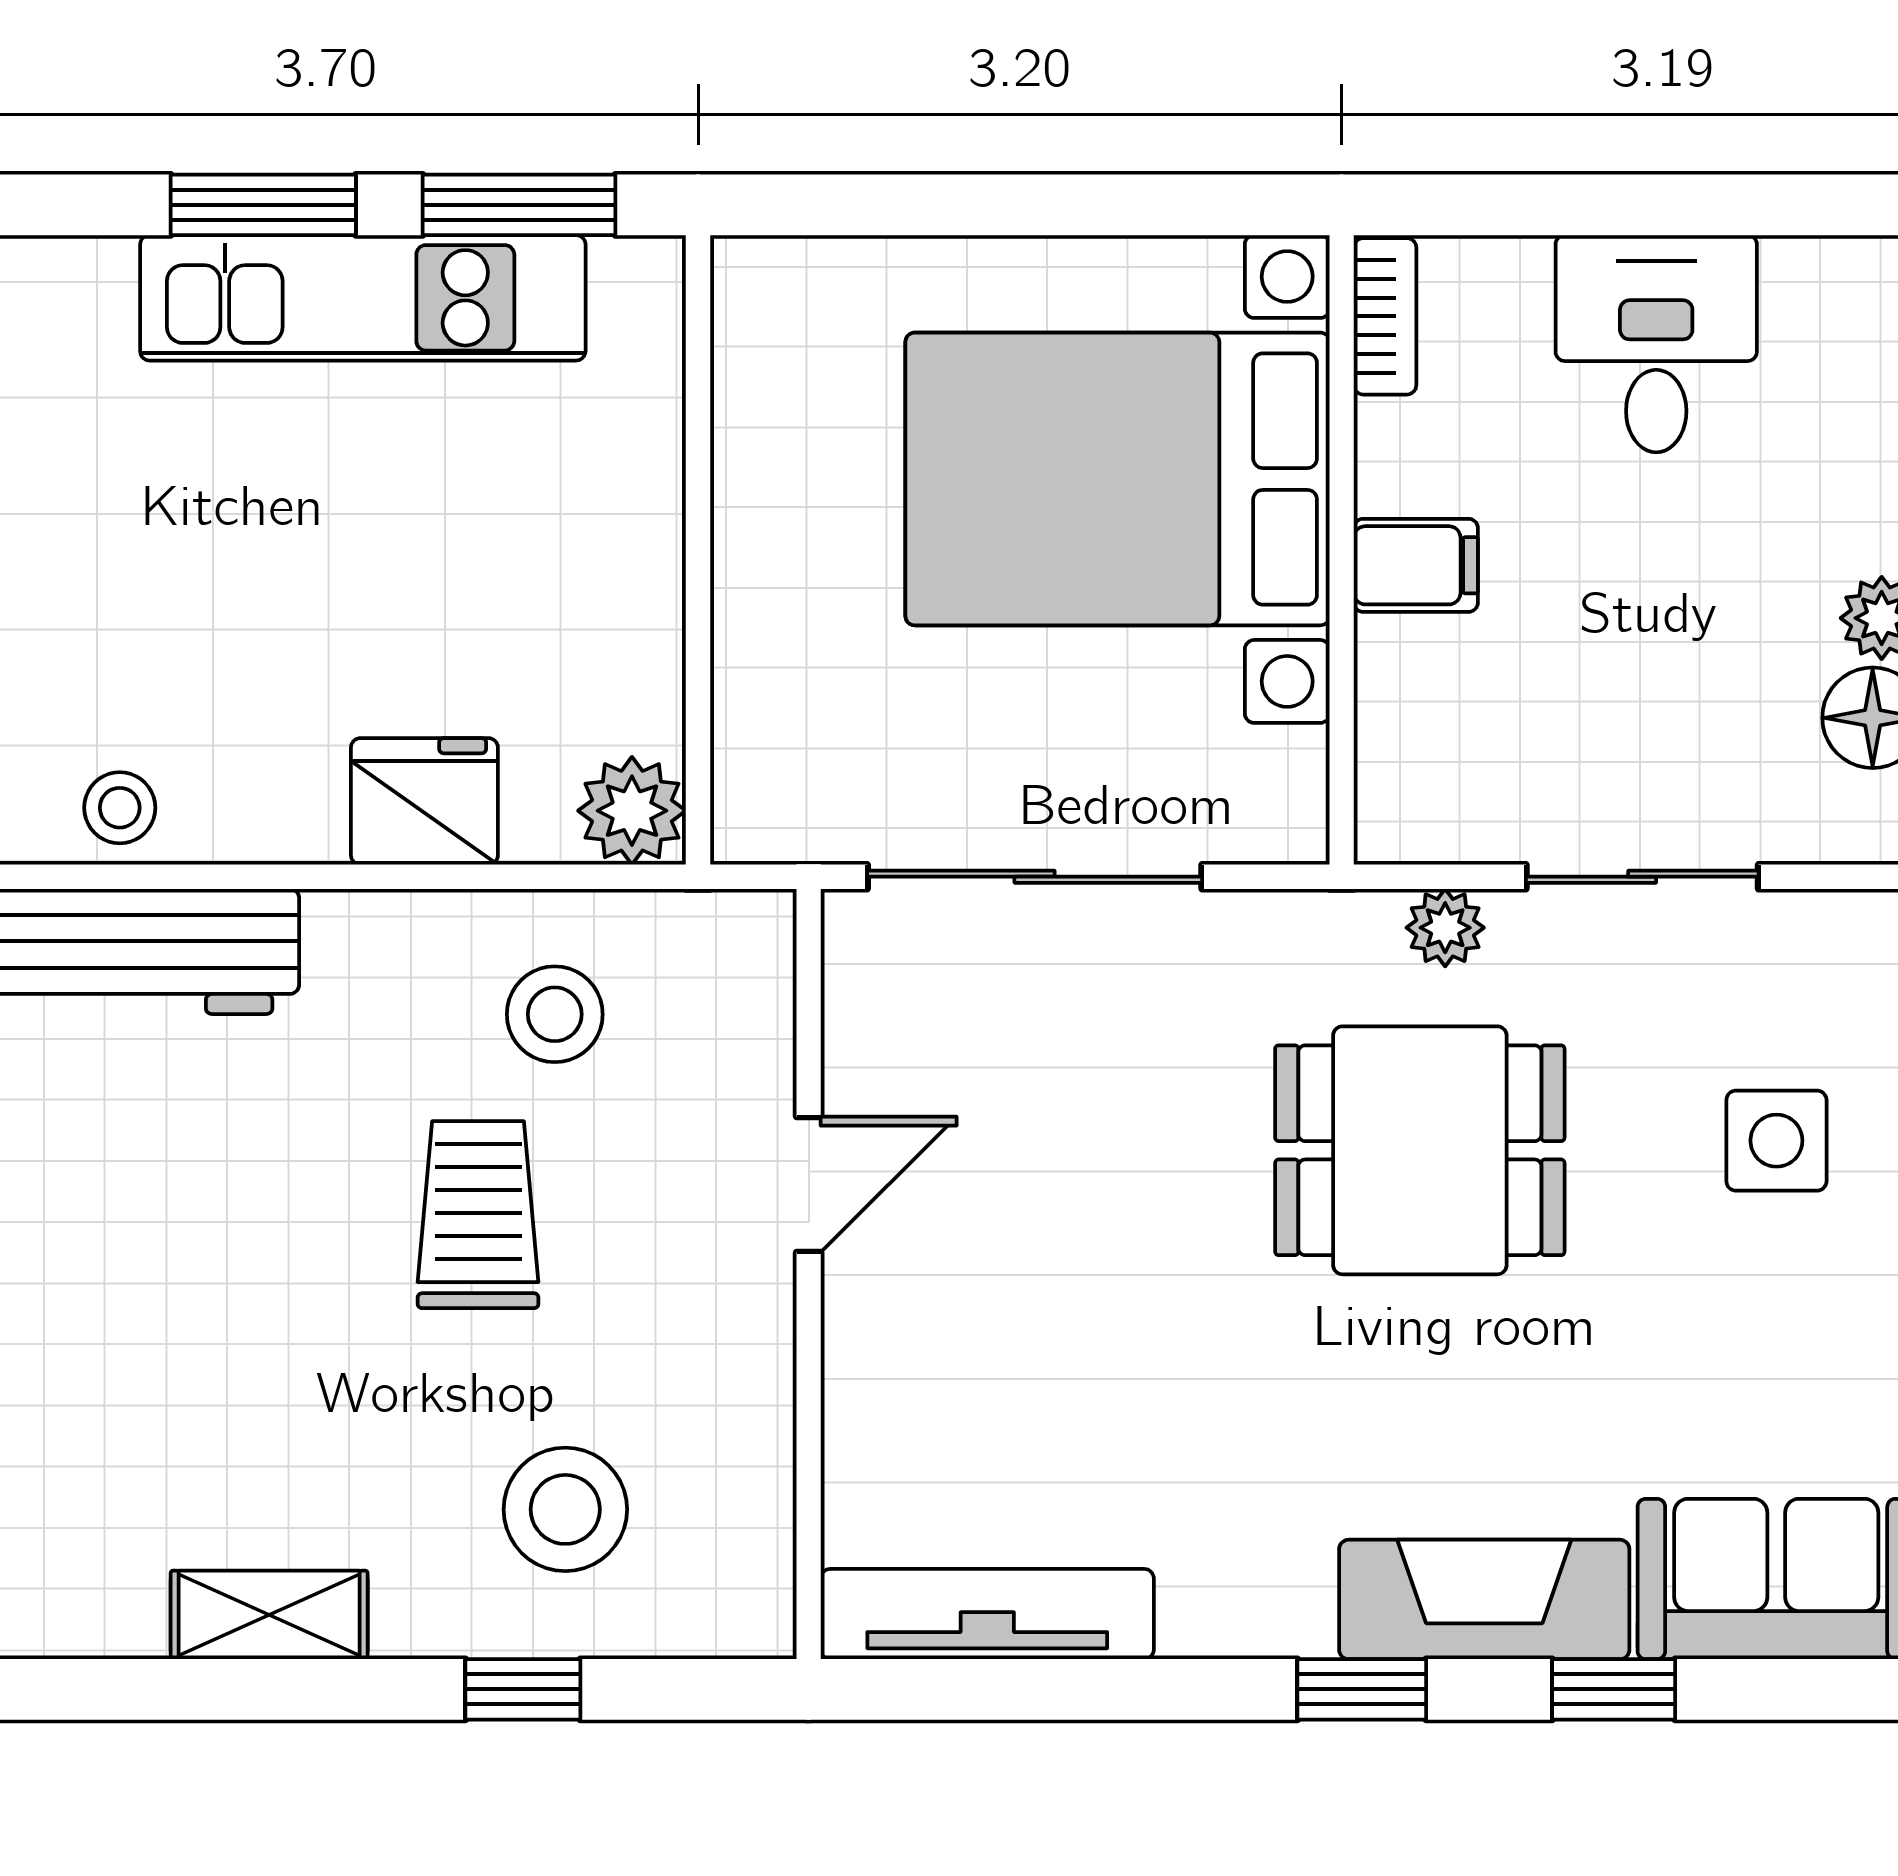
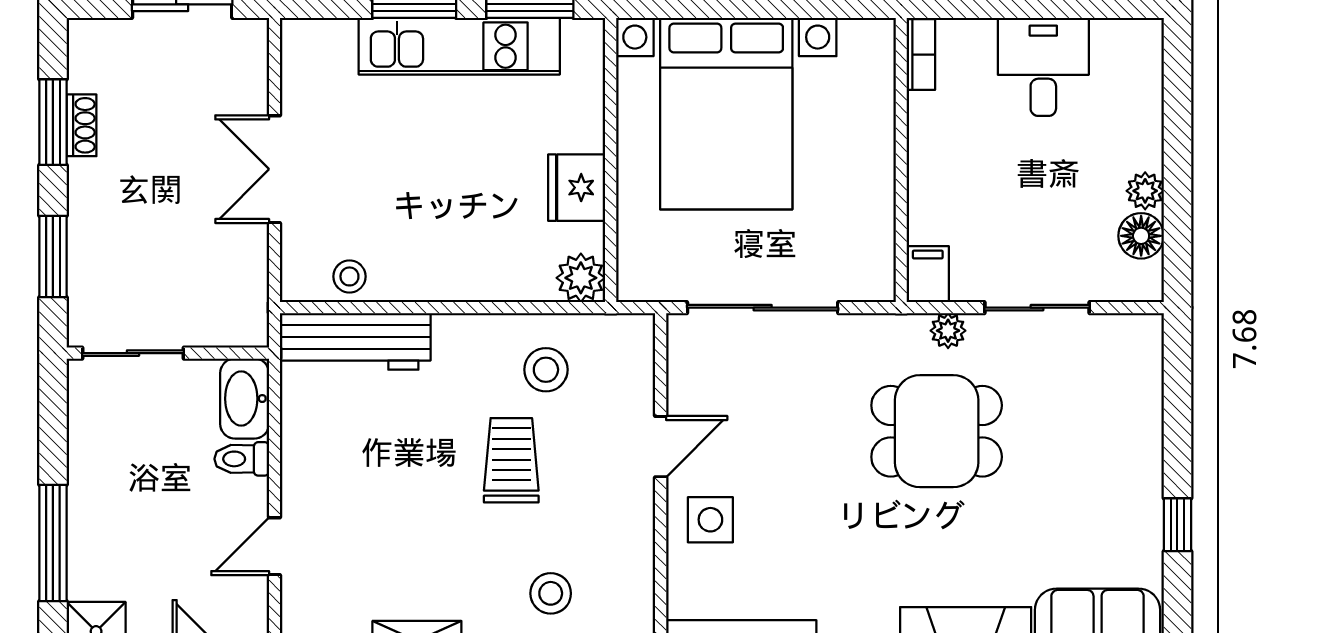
bed with nightstands: (1117, 479) -> (726, 114), moved, turned -90
filing cabinet: (1416, 565) -> (928, 274), moved, turned -90
fridge: (424, 801) -> (577, 188), moved, turned -90
side table: (1776, 1141) -> (710, 520), moved
stool: (565, 1509) -> (551, 593), width x0.73, depth x0.73

